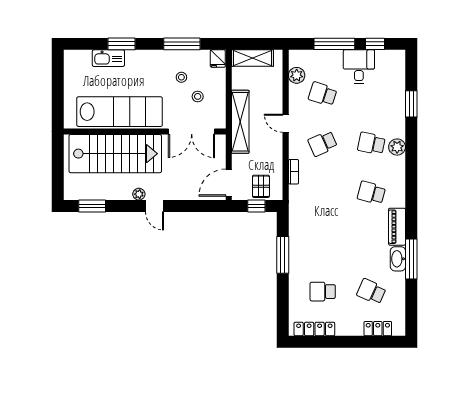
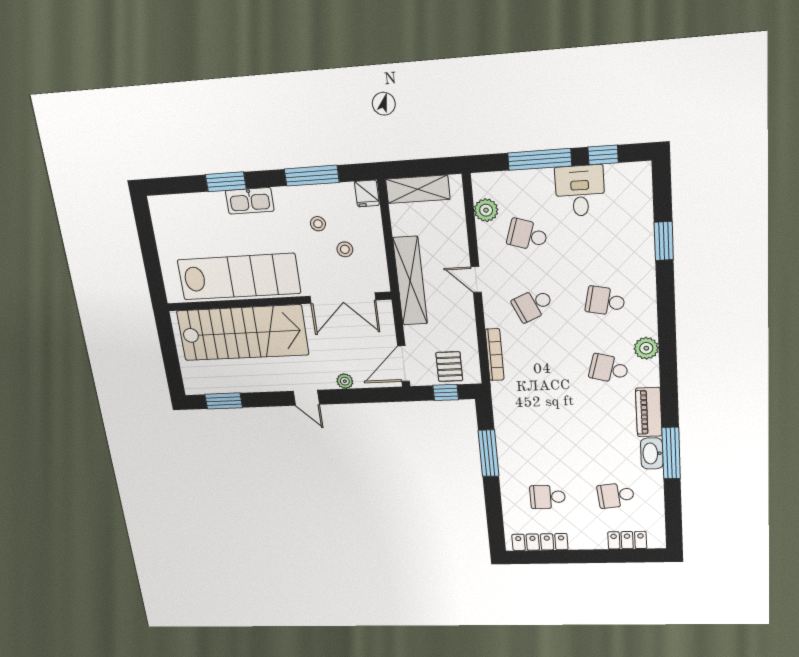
kitchen sink: (108, 58) -> (250, 201), moved
plant: (397, 147) -> (646, 348), moved
bookcase: (294, 172) -> (495, 355), width x1.56
plant: (139, 194) -> (345, 381), moved
school desk: (371, 292) -> (616, 495), turned -30

